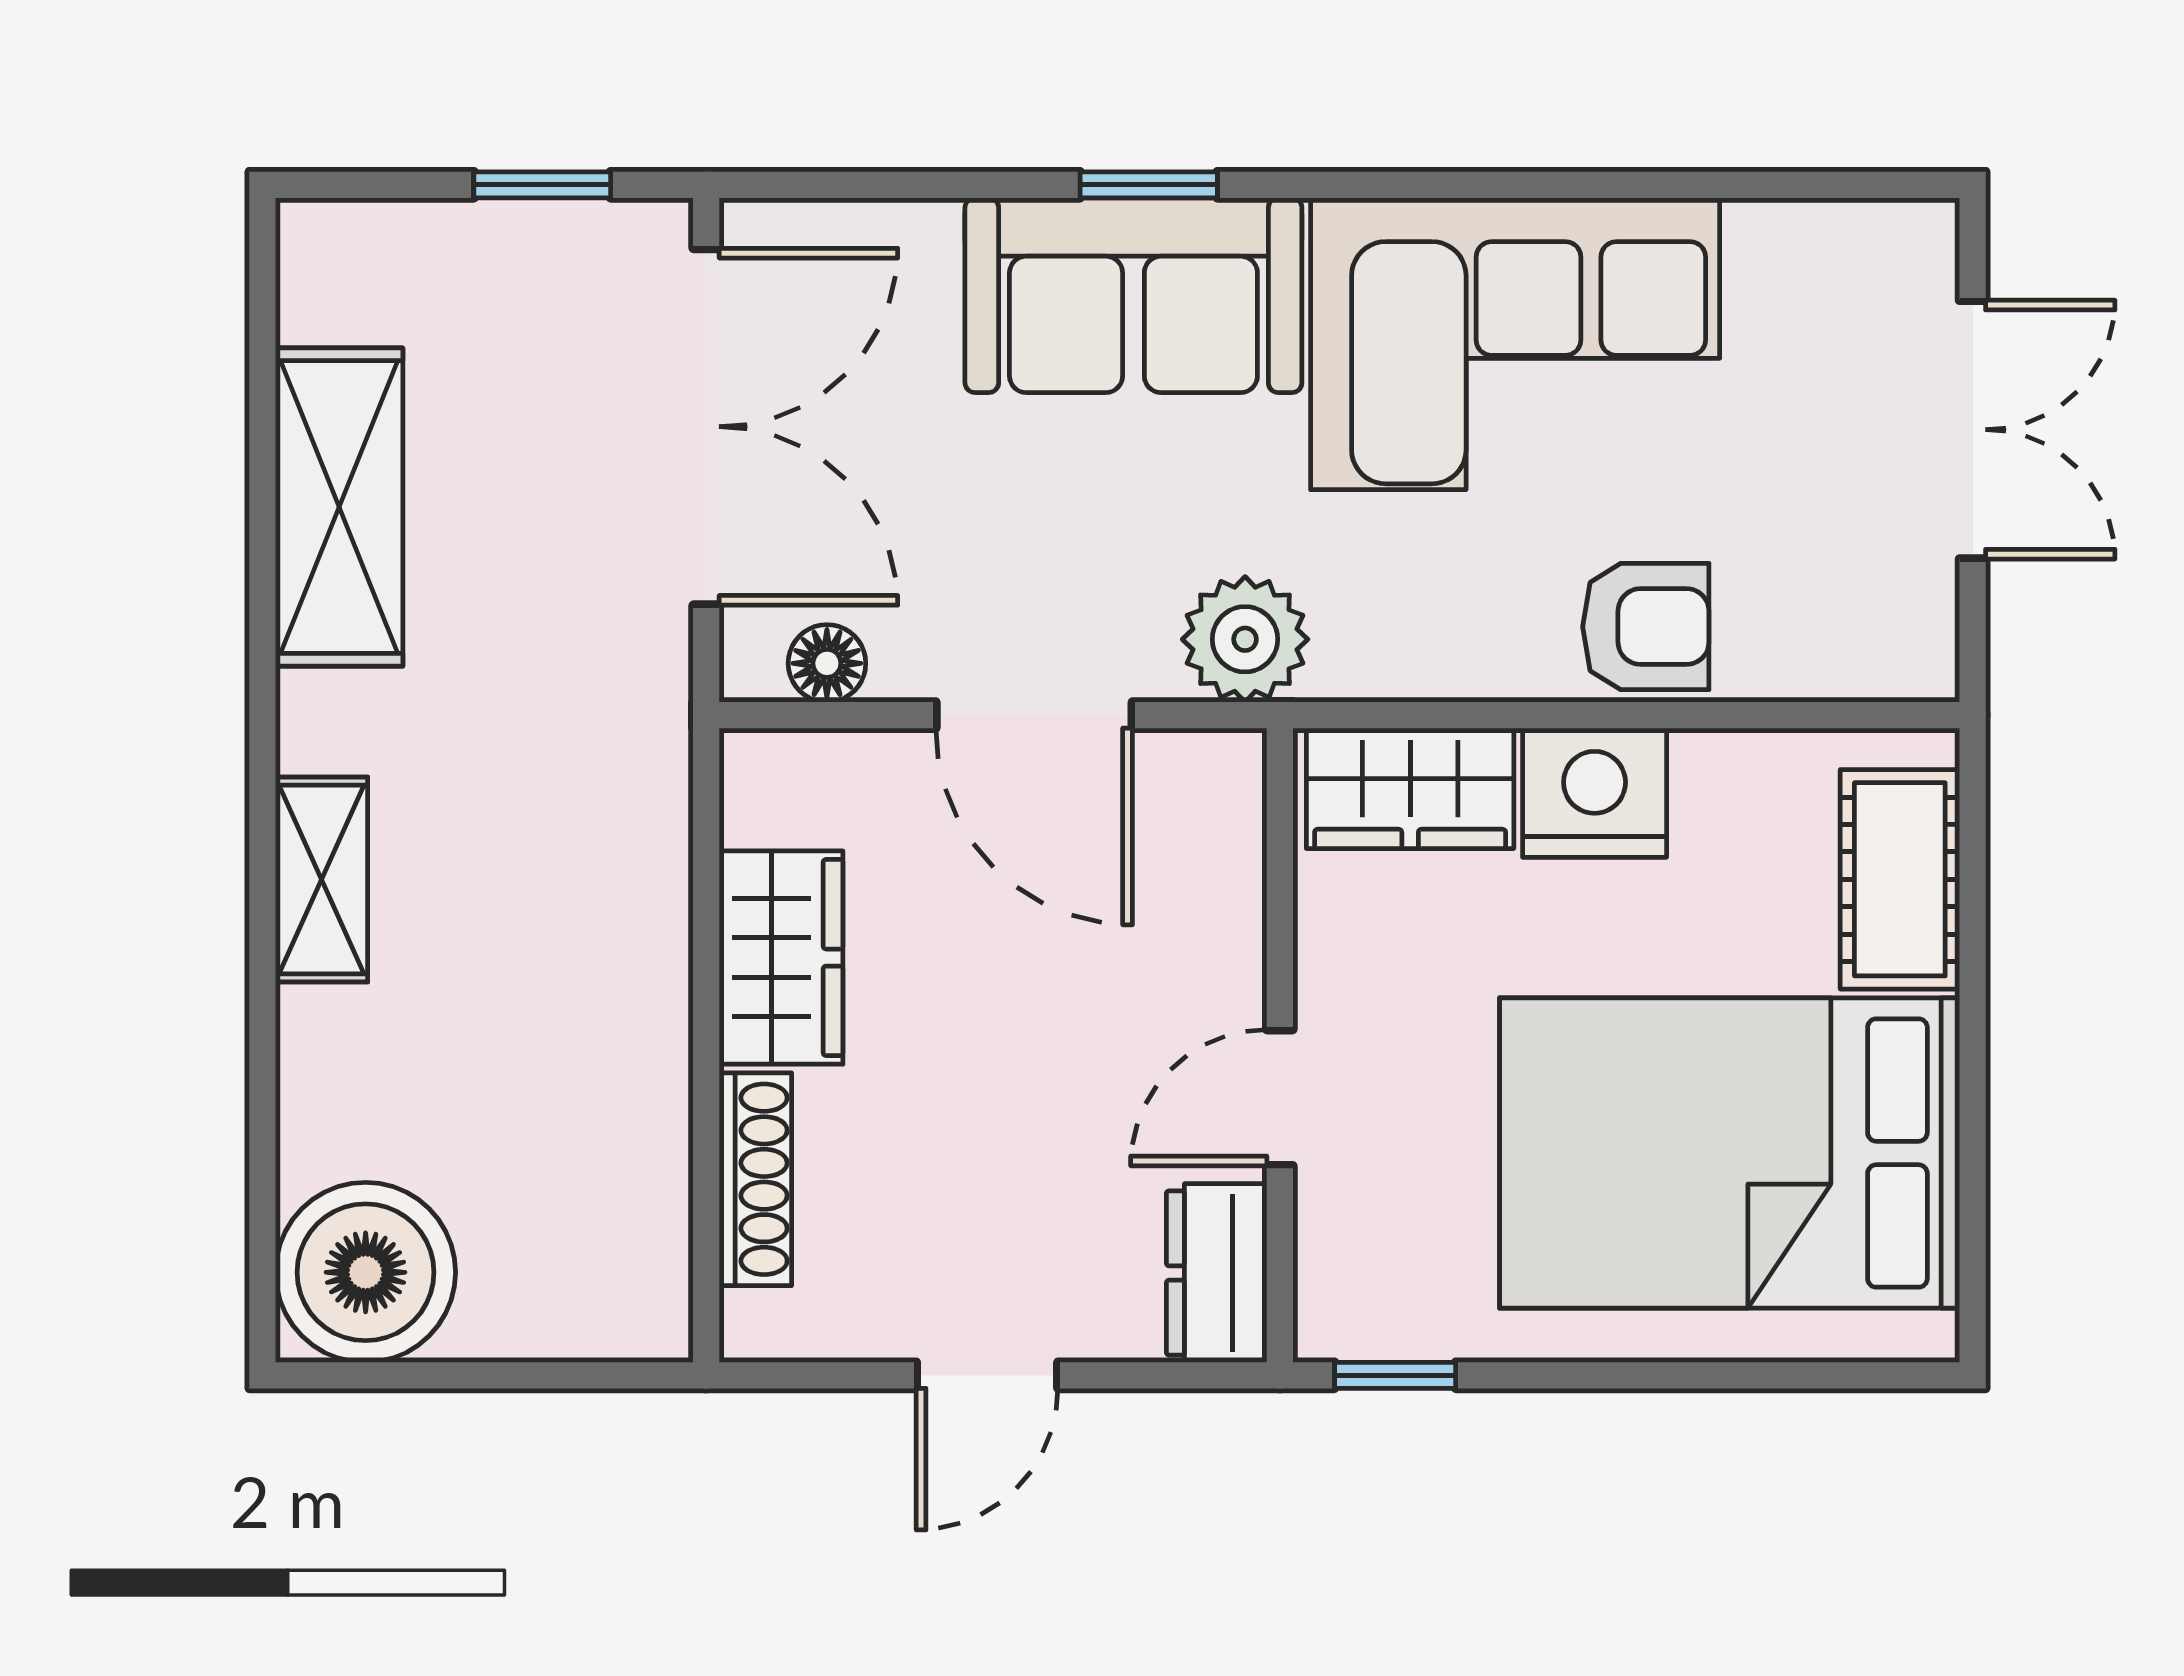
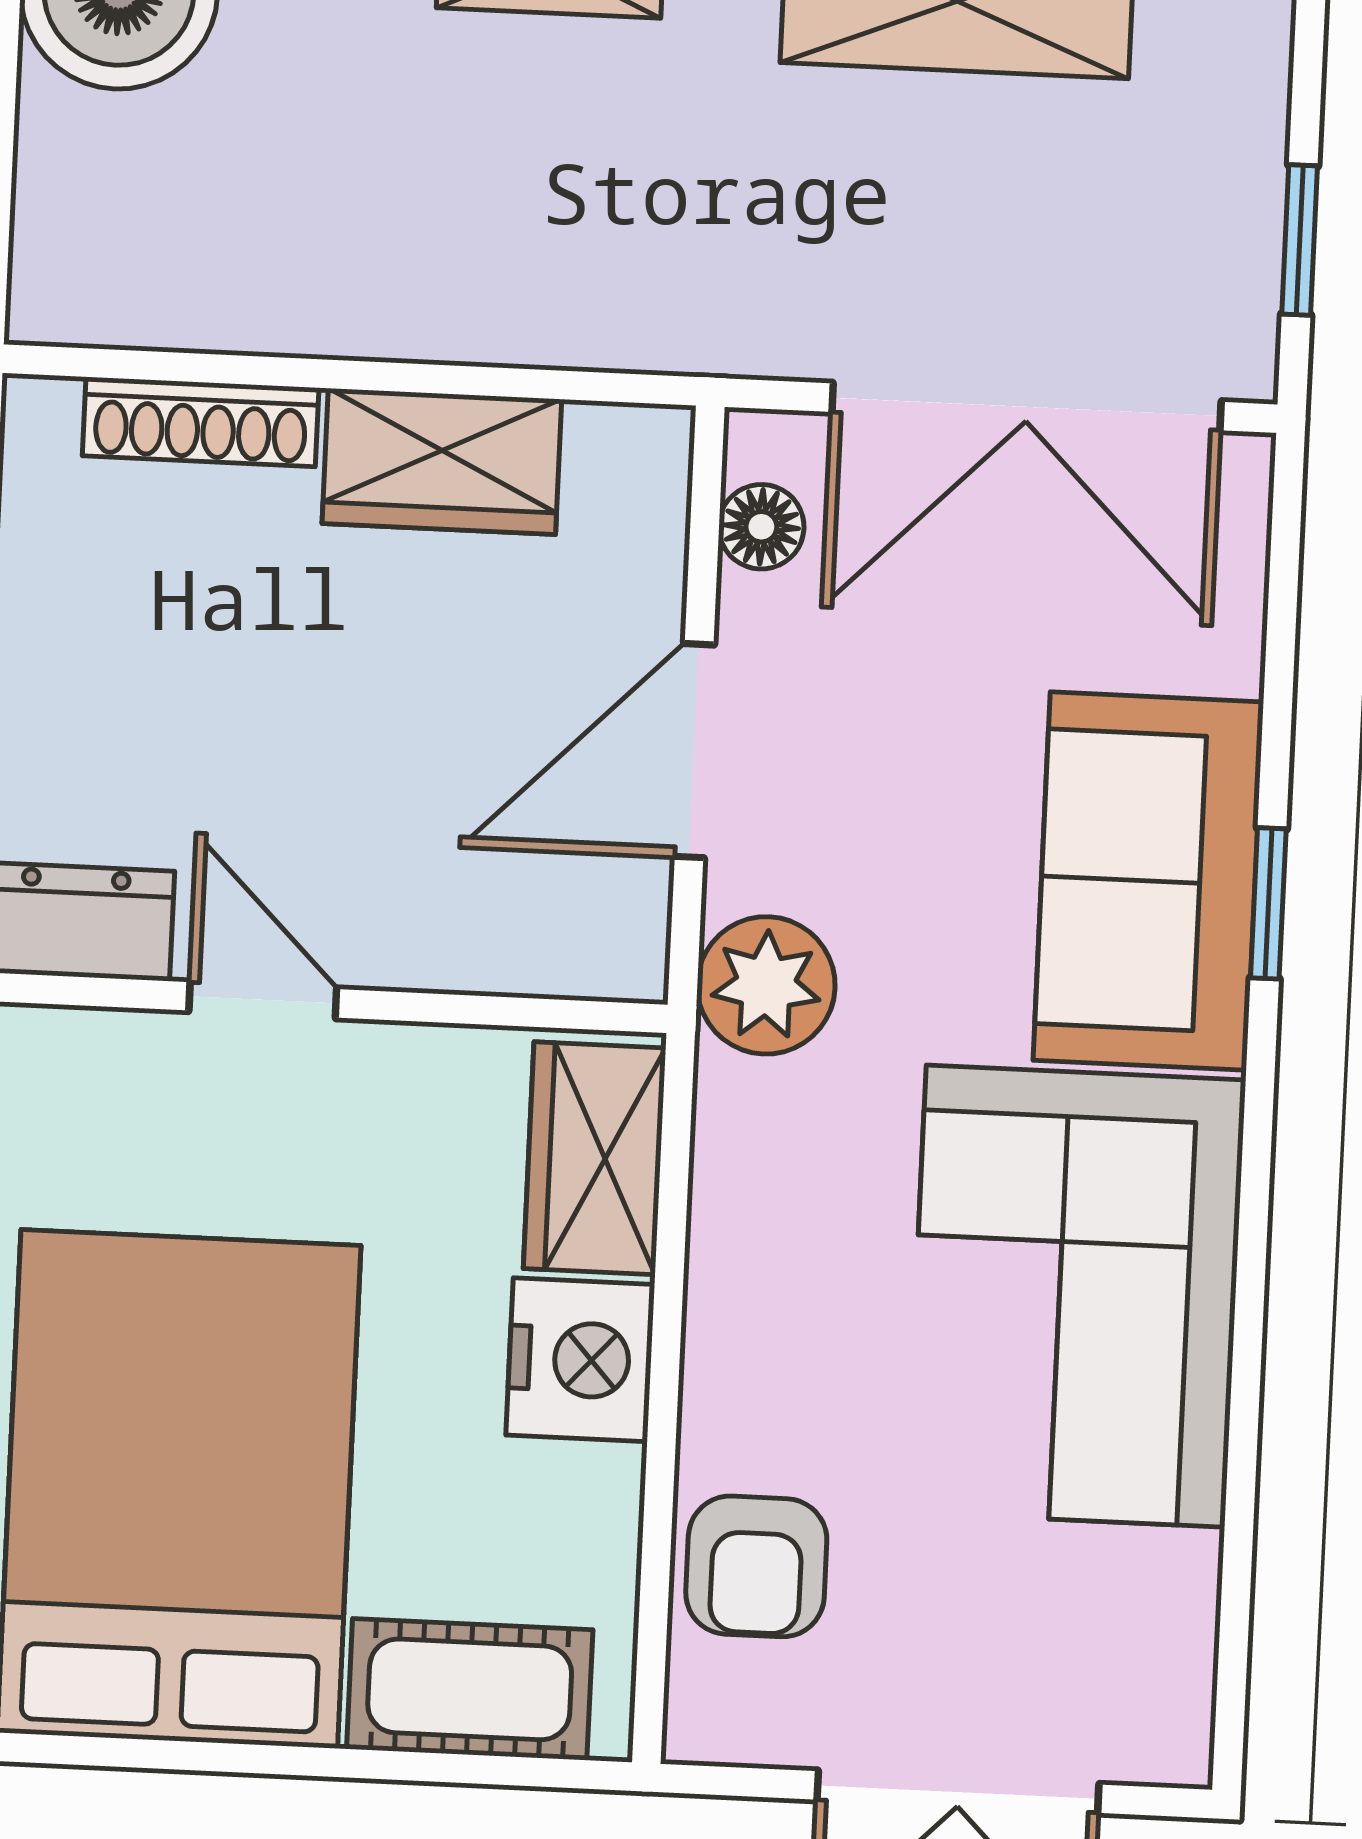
armchair: (1646, 627) -> (756, 1566), moved

